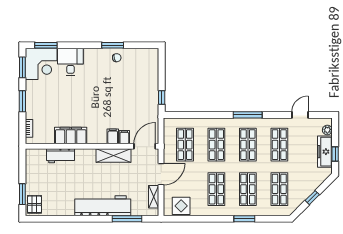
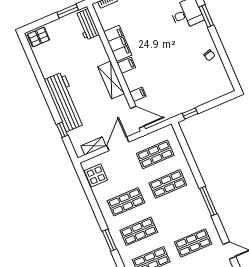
window: (113, 45) -> (206, 16), moved
filing cabinet: (113, 136) -> (126, 65), moved
shop shelf: (248, 145) -> (180, 213), removed
workbench: (60, 156) -> (87, 24), moved
shelving: (114, 156) -> (111, 80), moved
door: (161, 174) -> (118, 144), swing flipped
window: (22, 194) -> (68, 11), moved
window: (127, 219) -> (62, 130), width x0.46

